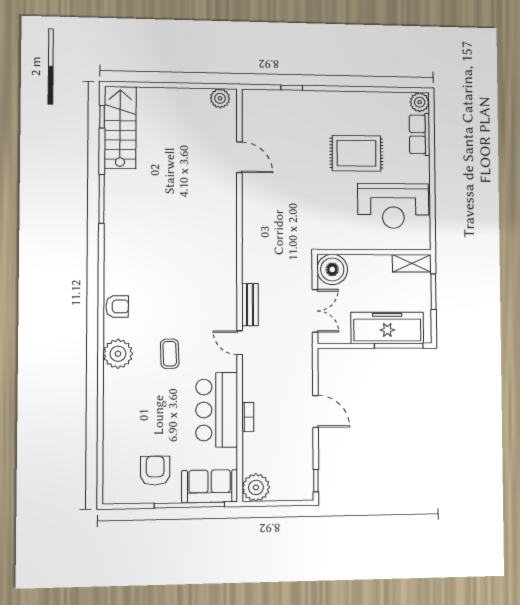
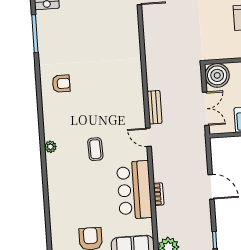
armchair: (117, 306) -> (61, 84), moved
plant: (118, 354) -> (50, 147), width x0.53, depth x0.53

